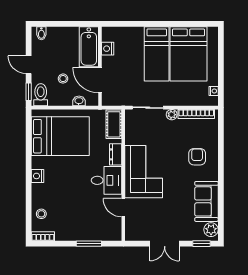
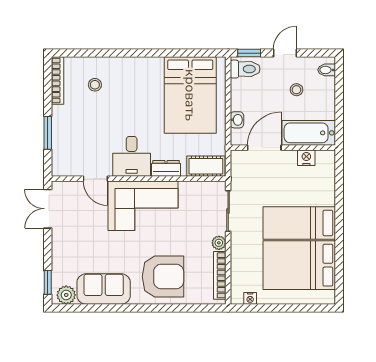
stool: (63, 79) -> (296, 90), moved
armchair: (197, 157) -> (163, 277), width x1.88, depth x1.88
nightstand: (37, 176) -> (137, 65), removed
door: (123, 208) -> (95, 179), swing flipped
stool: (41, 214) -> (95, 85), moved
bookcase: (43, 236) -> (57, 81), width x1.56
double door: (165, 244) -> (48, 209), moved

